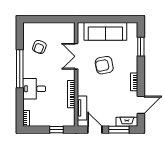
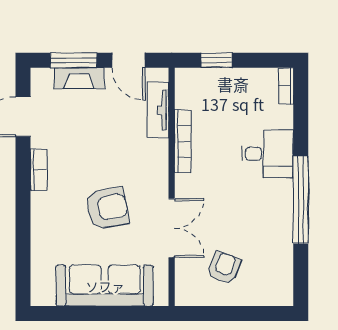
armchair: (39, 47) -> (224, 268), moved
window: (141, 47) -> (23, 250), removed
fireplace: (127, 122) -> (79, 78), moved

